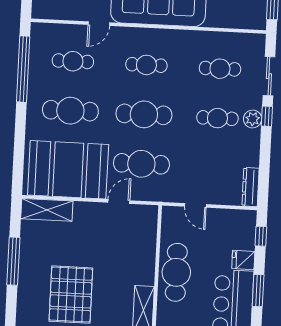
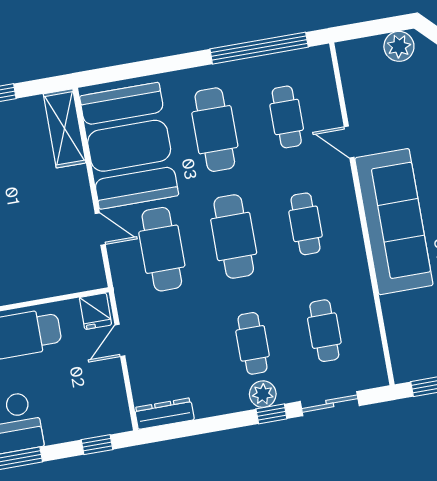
fridge: (243, 260) -> (95, 311), moved, turned 180

